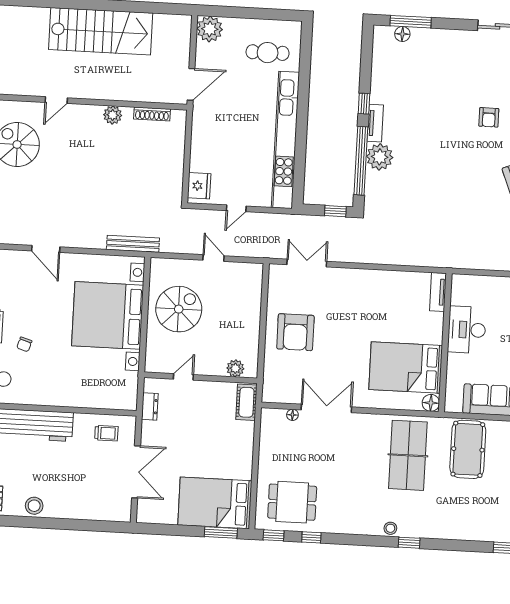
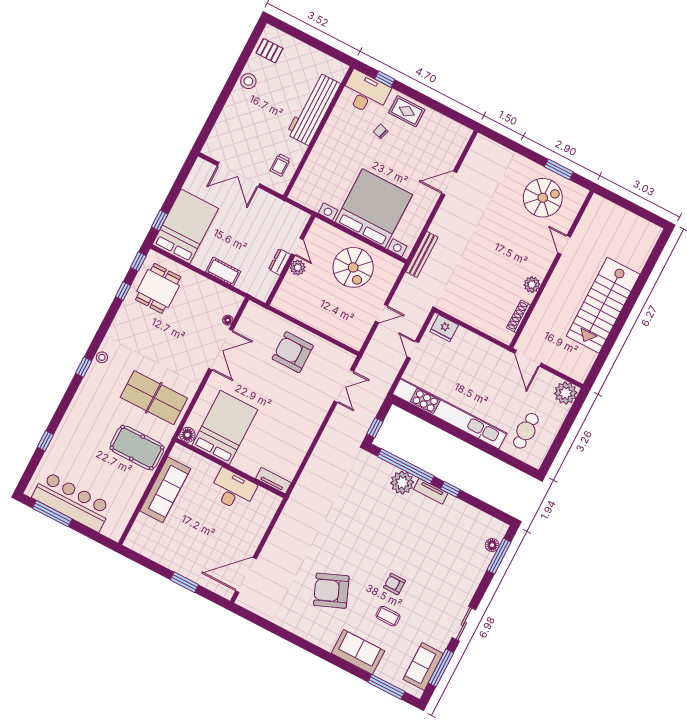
plant: (235, 368) -> (298, 268), moved
cot: (246, 402) -> (223, 272), moved
dresser: (150, 406) -> (280, 262), moved, turned 90
window: (221, 532) -> (160, 220), width x0.67

